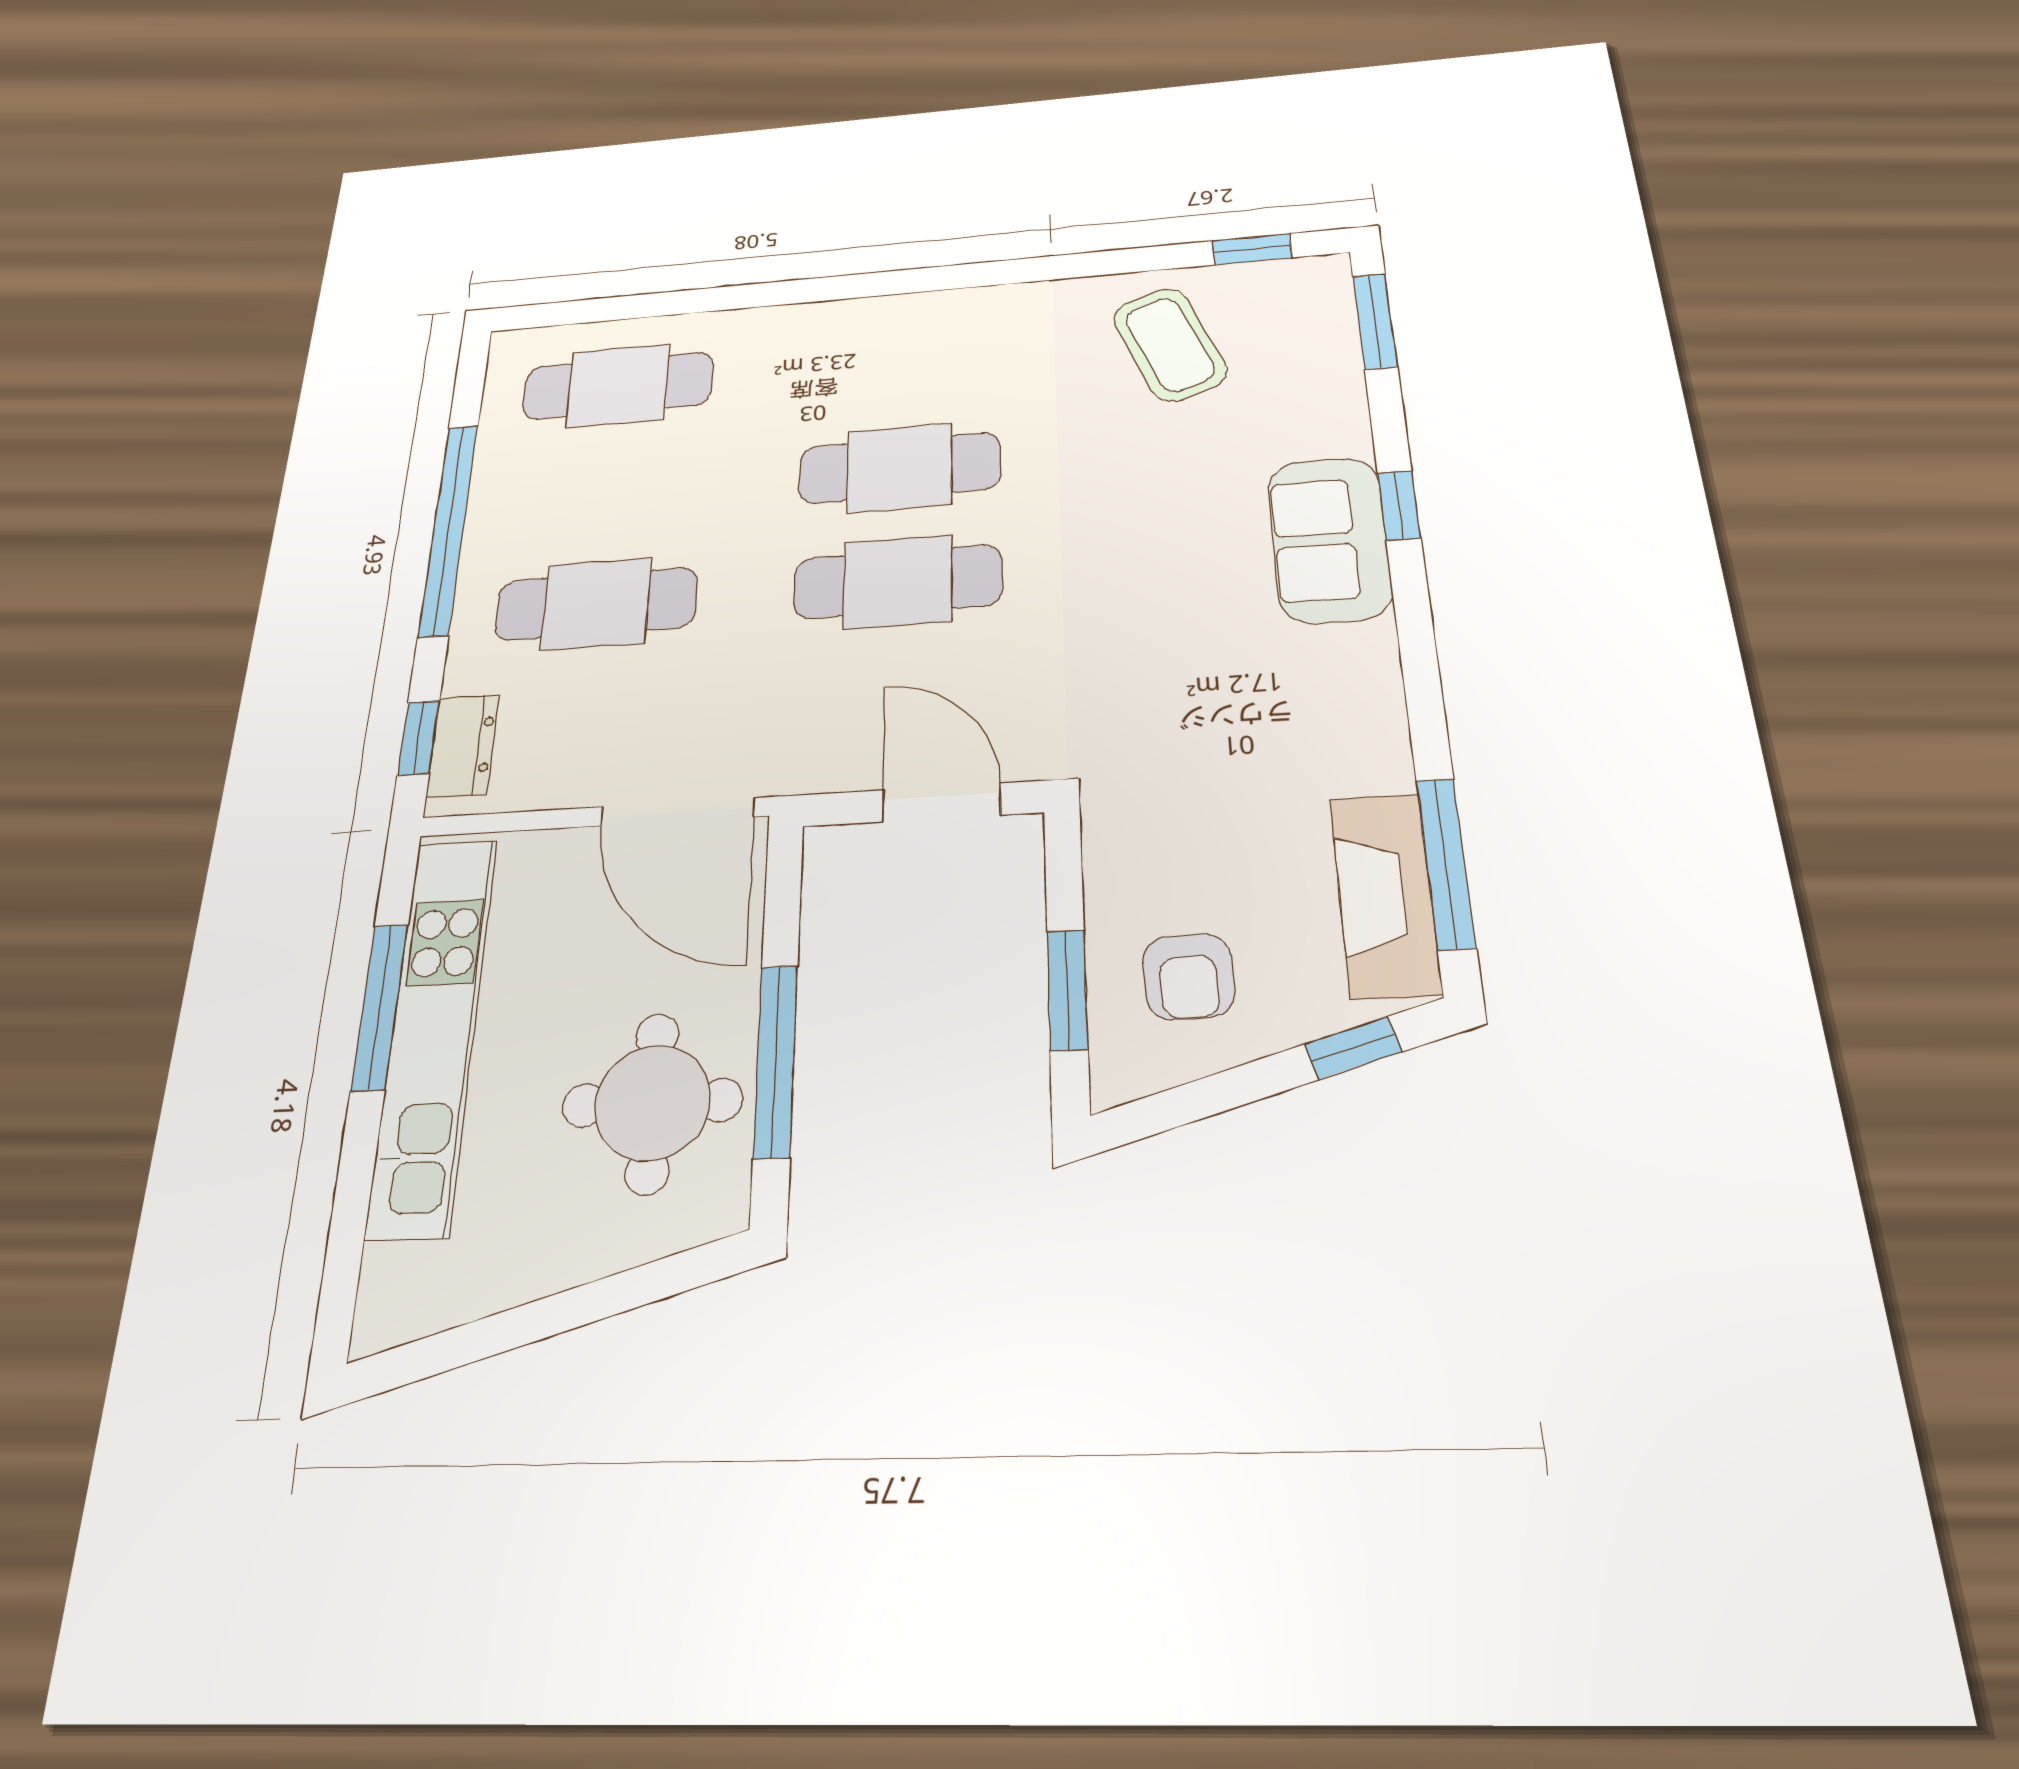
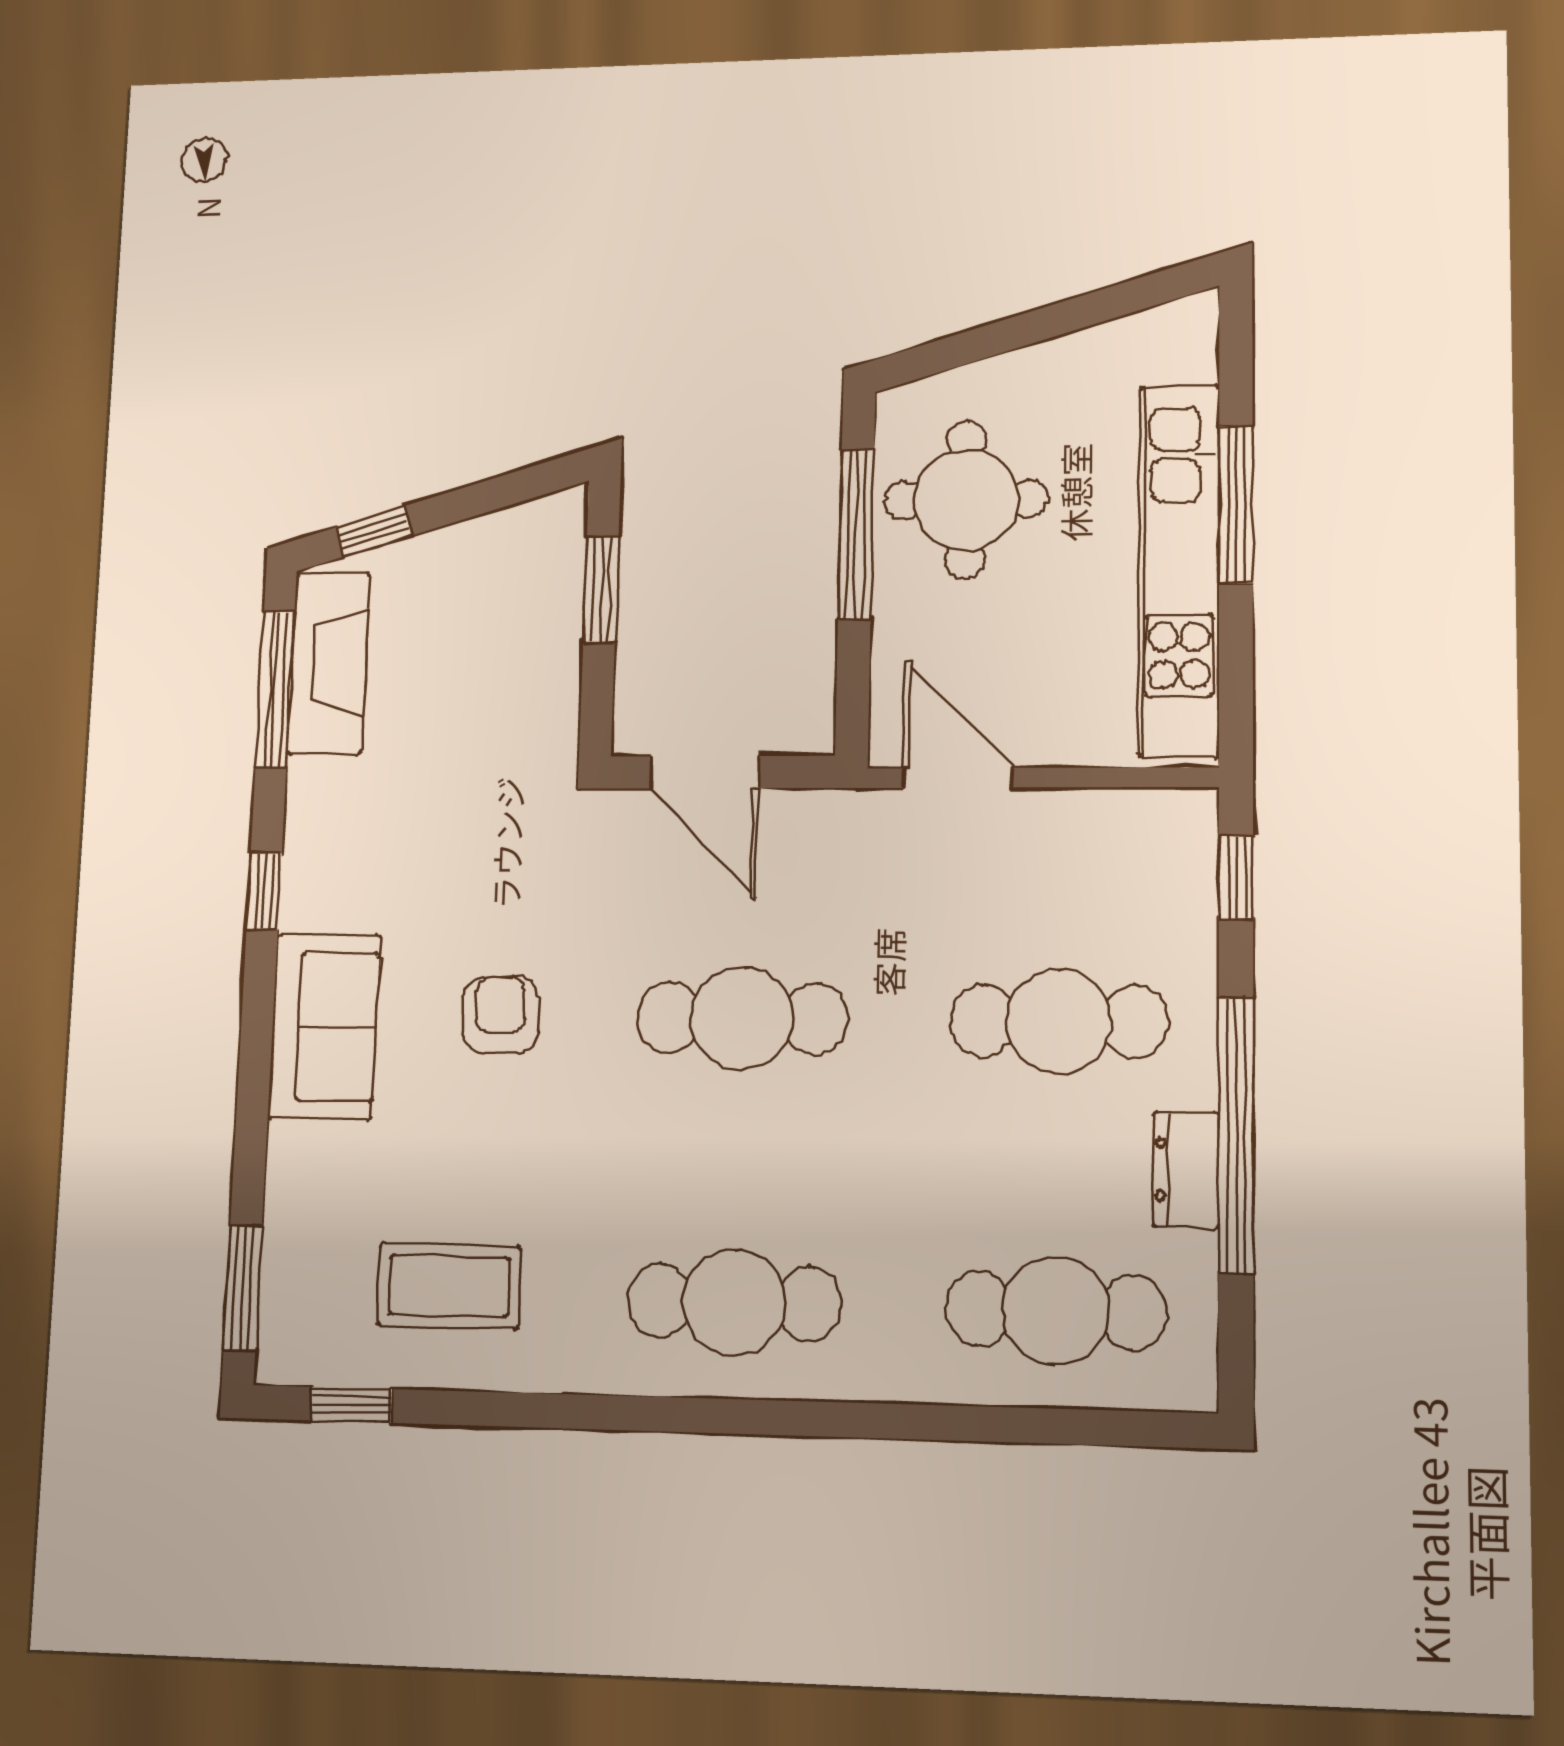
coffee table: (1170, 345) -> (449, 1286), turned -69
cafe table: (899, 468) -> (734, 1302), moved
window: (1399, 505) -> (264, 891), moved
dresser: (463, 746) -> (1186, 1170), moved
door: (678, 812) -> (958, 778), width x0.73
armchair: (1188, 977) -> (501, 1014), moved
window: (380, 1006) -> (1236, 504), moved

